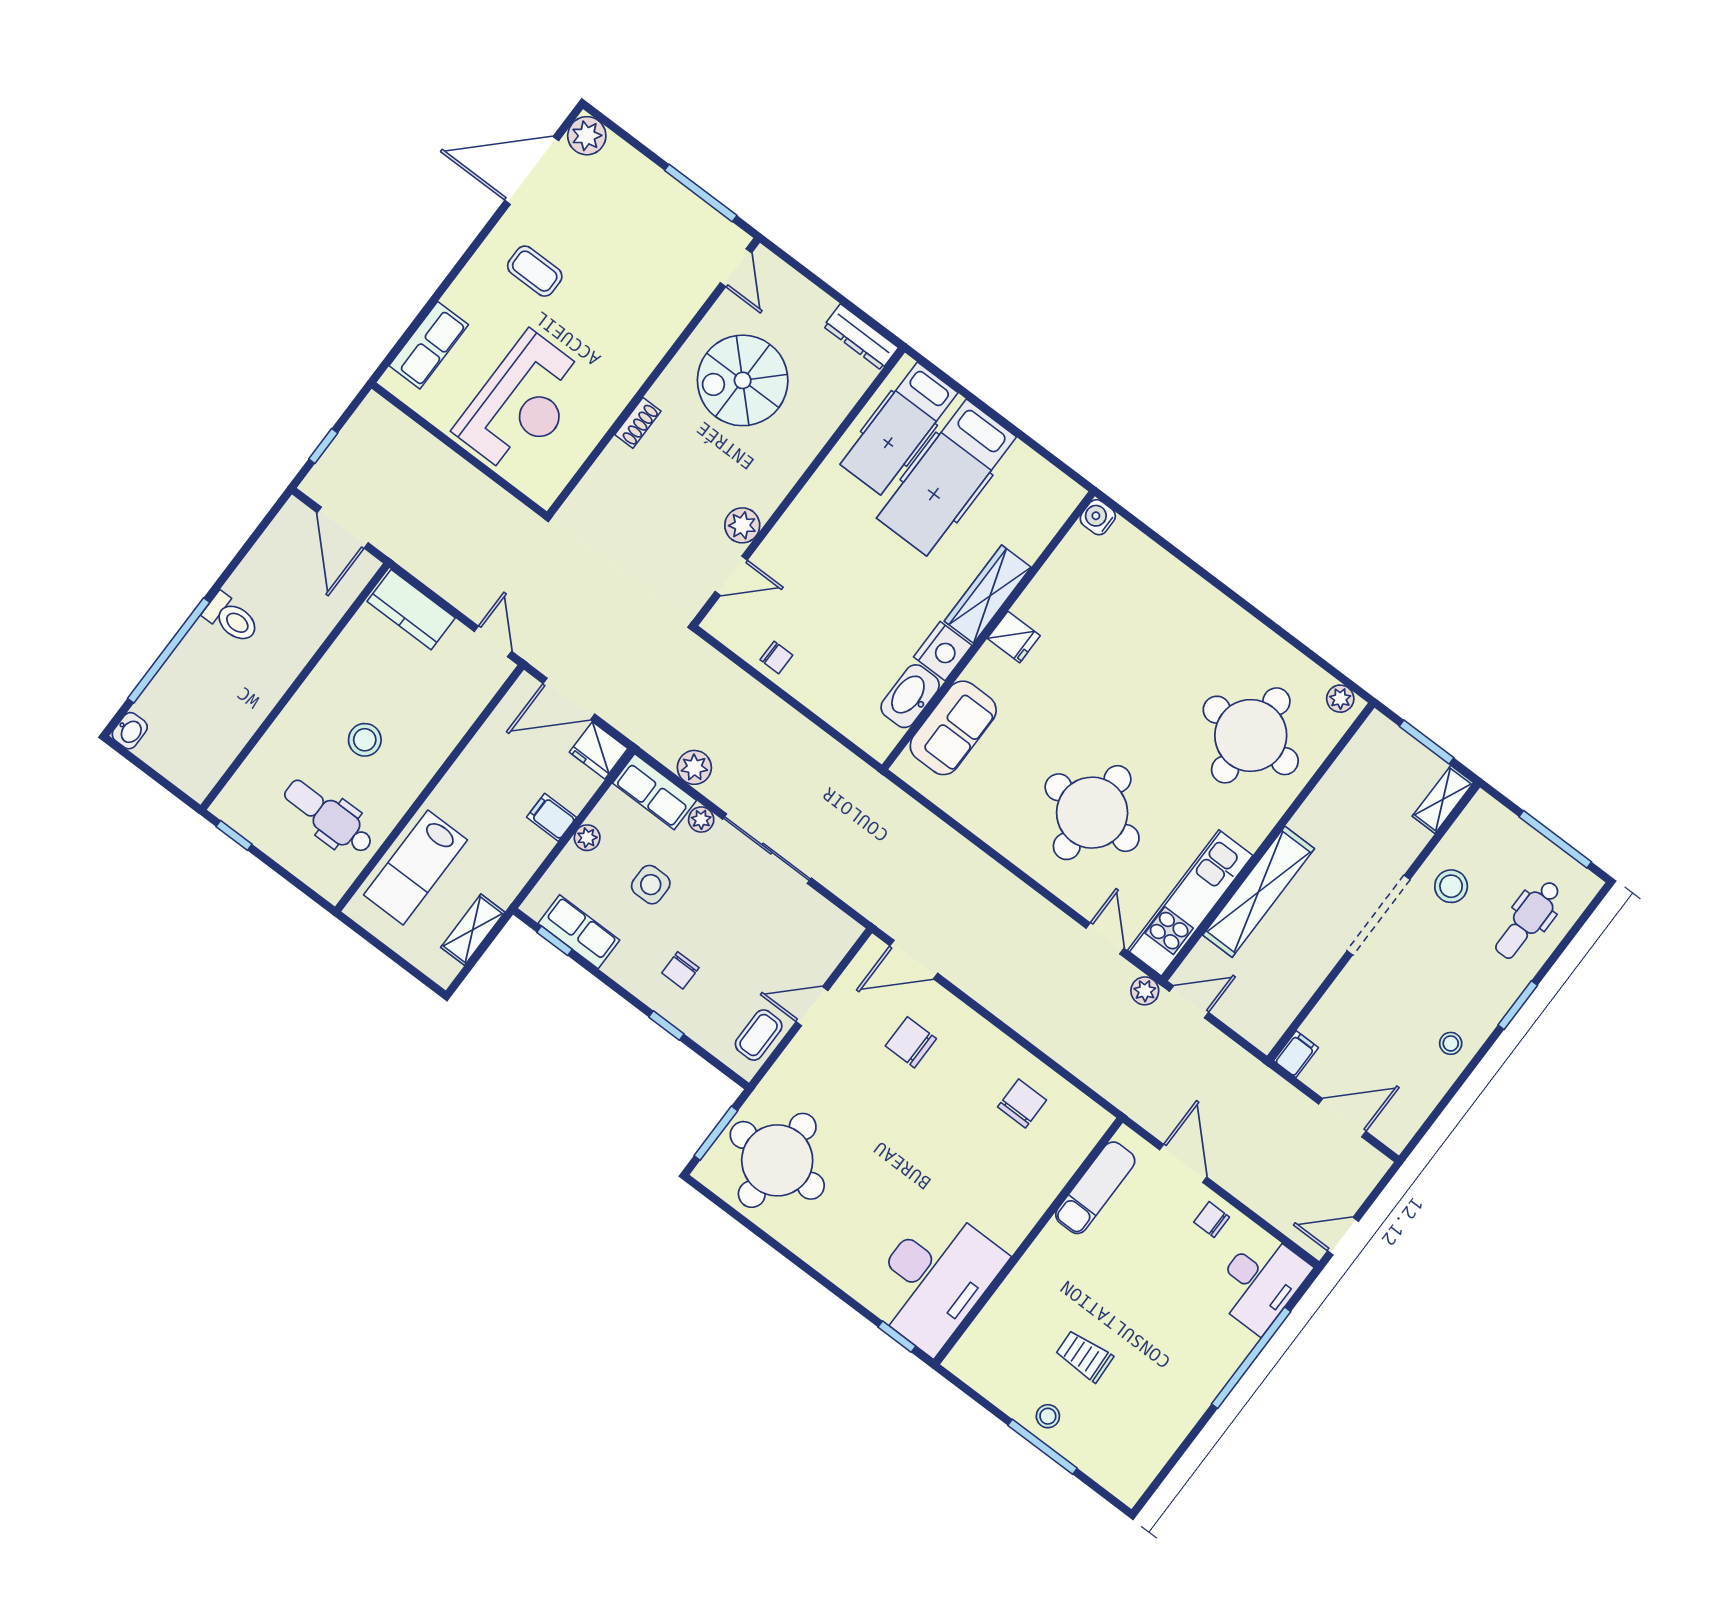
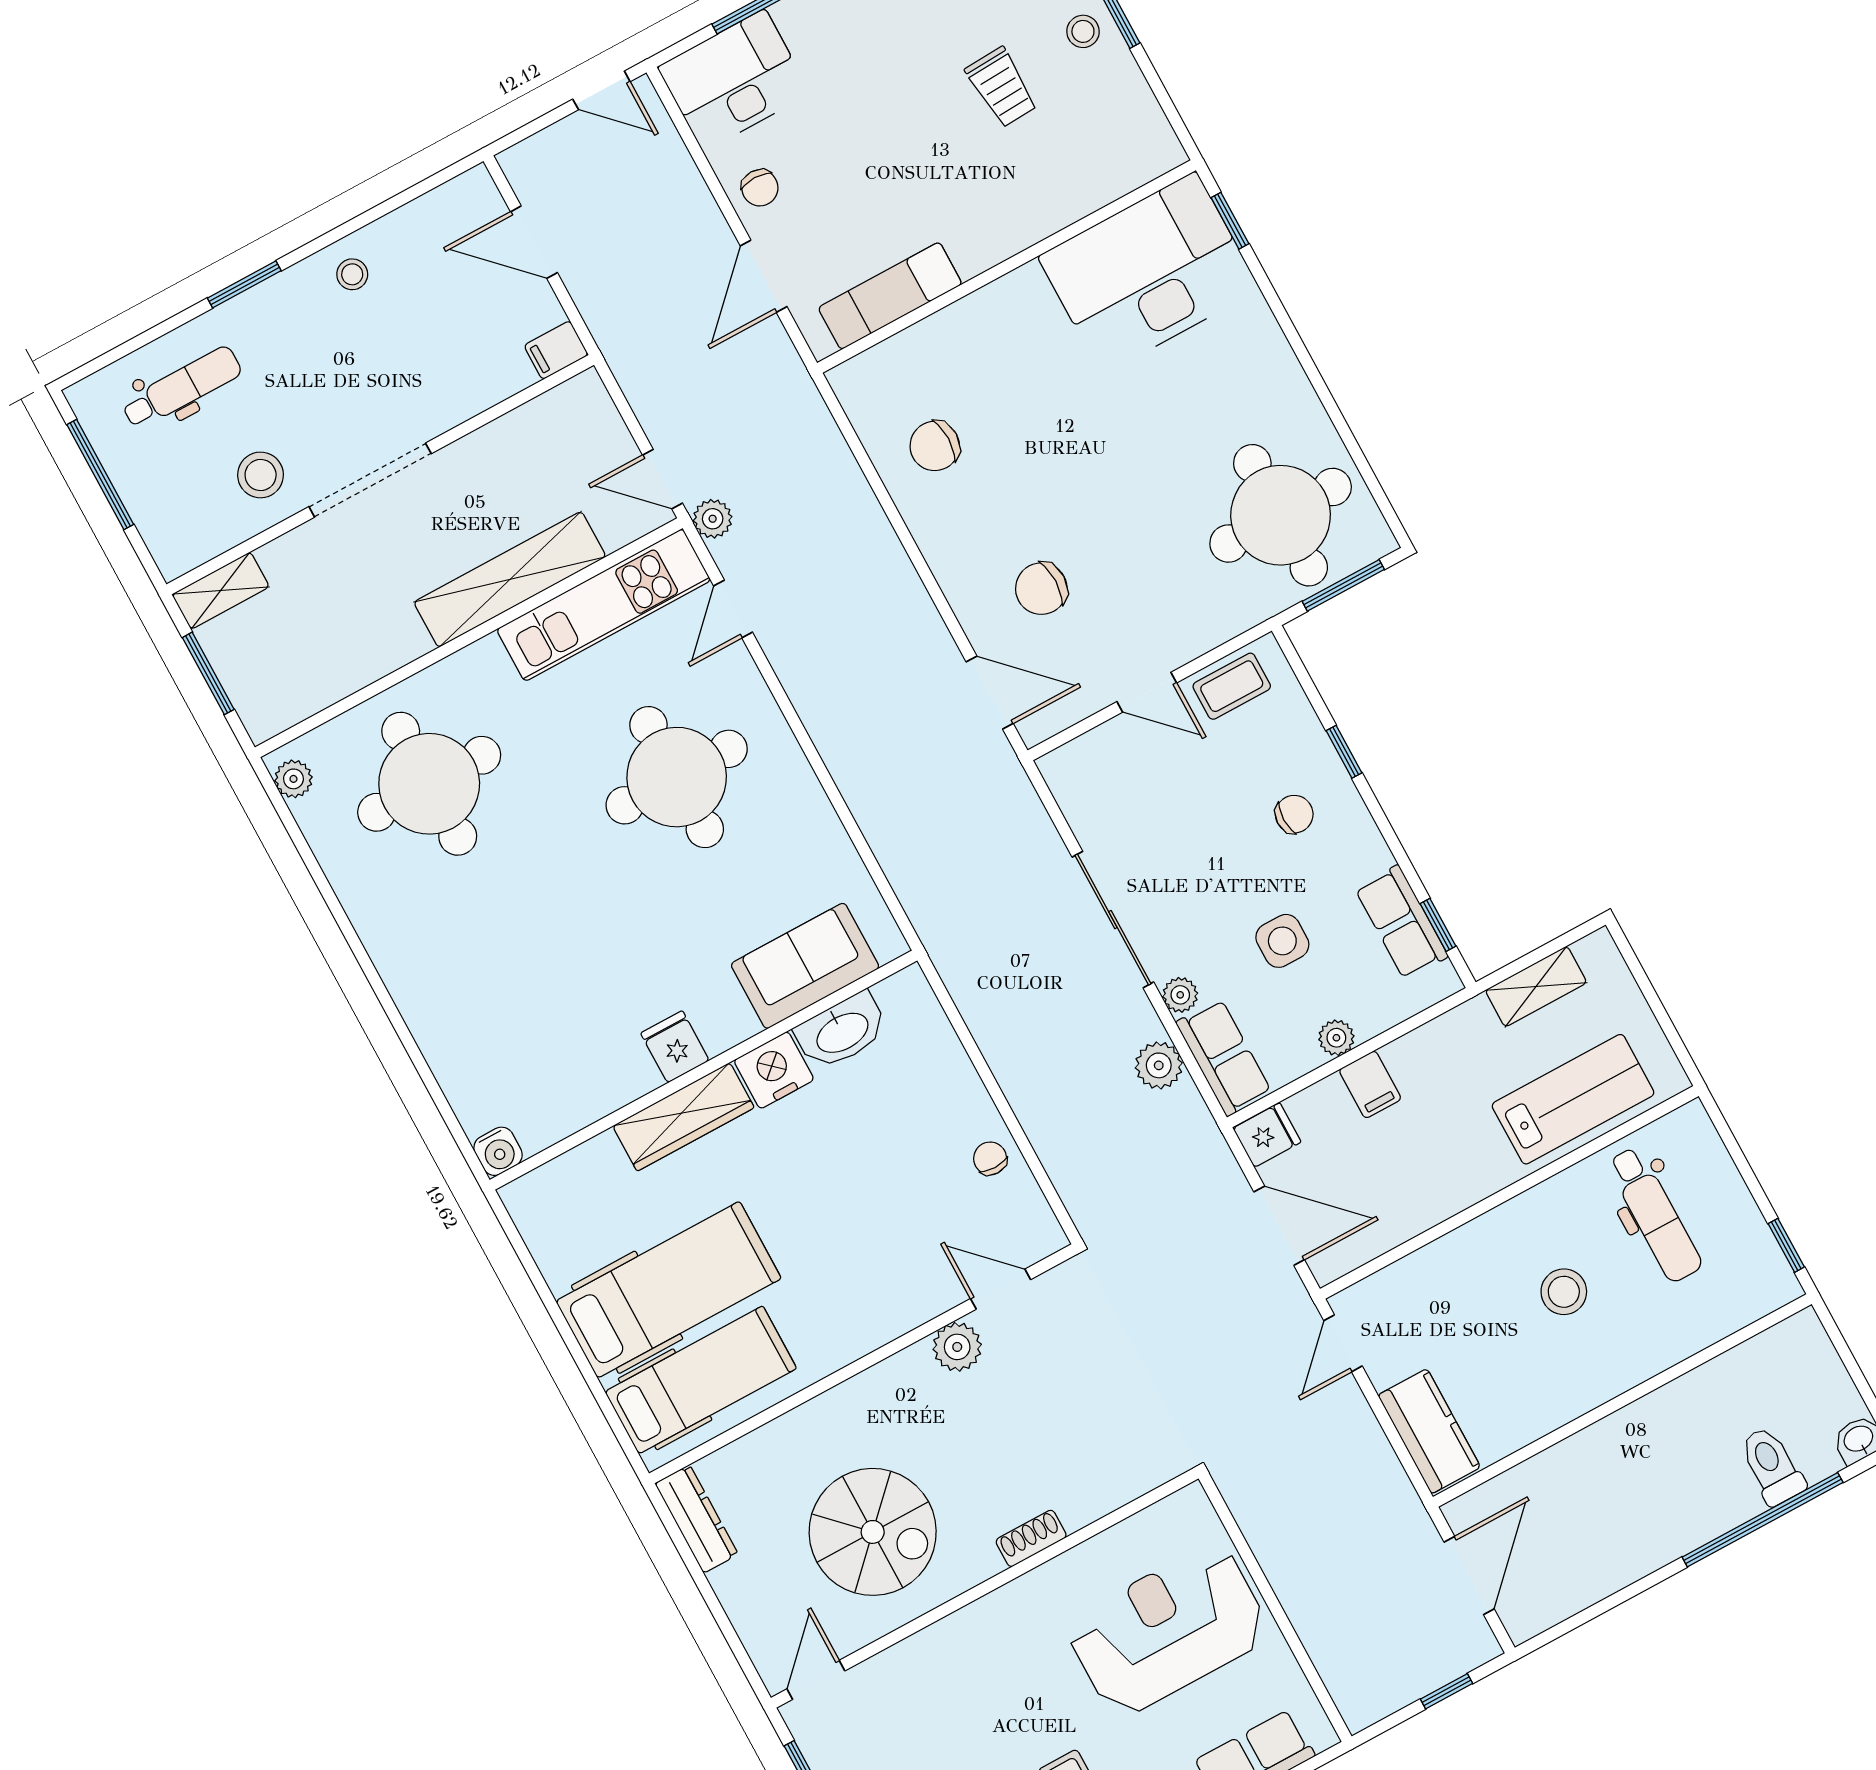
toilet: (231, 618) -> (1772, 1466), moved
fridge: (599, 750) -> (1267, 1135), width x0.72
chair: (911, 1042) -> (1041, 589), turned 90

